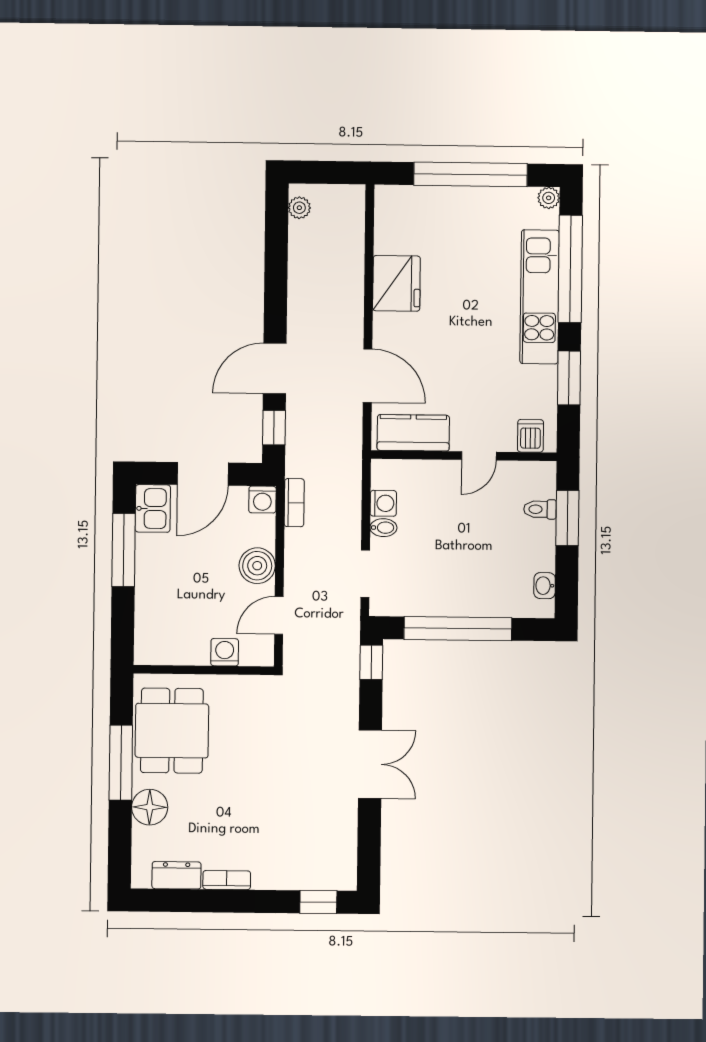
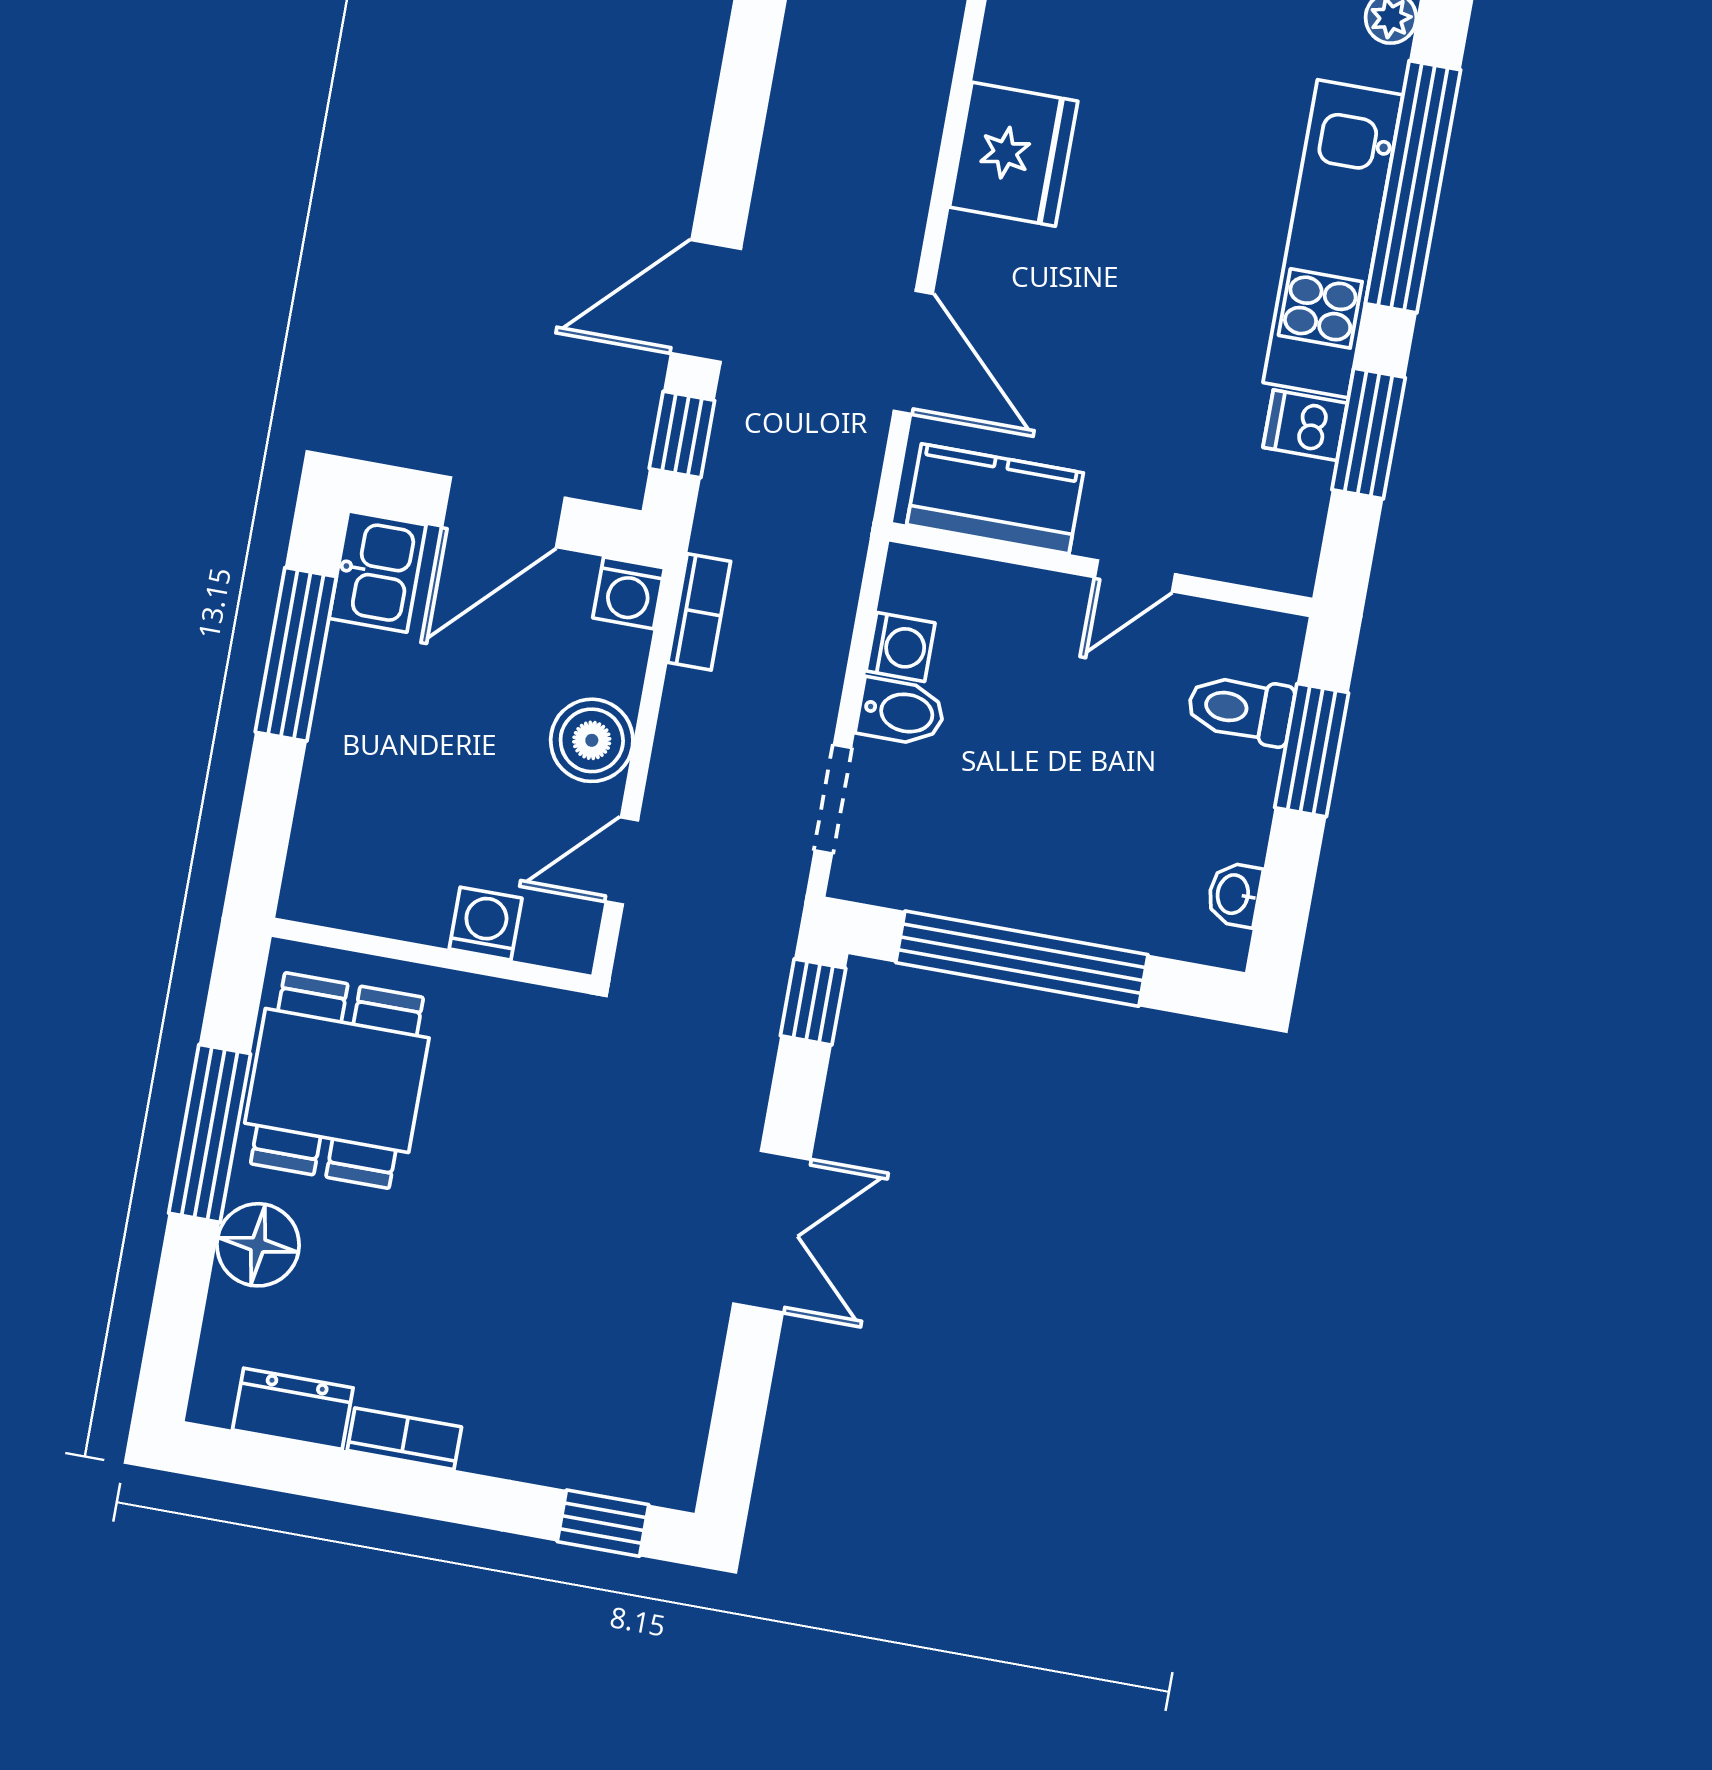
dishwasher: (530, 436) -> (1305, 425), moved, turned -90
toilet: (540, 509) -> (1240, 709), width x1.37, depth x1.39
bidet: (383, 528) -> (901, 712), width x1.38, depth x1.36

